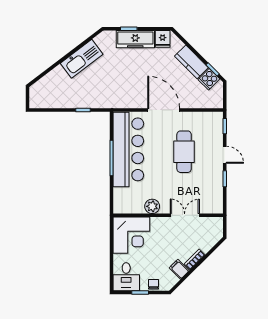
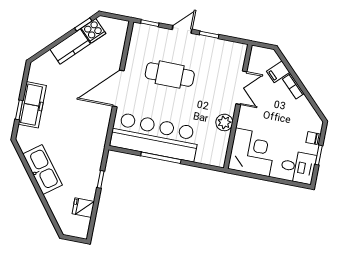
fridge: (163, 39) -> (83, 208), moved, turned 180
double door: (185, 215) -> (241, 88), swing flipped
filing cabinet: (179, 269) -> (278, 72), moved

